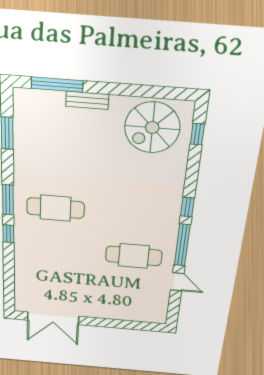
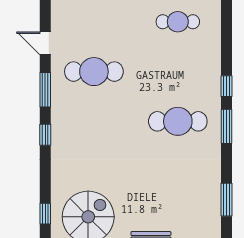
window: (182, 245) -> (45, 90), width x0.69
cafe table: (53, 288) -> (178, 22), added

